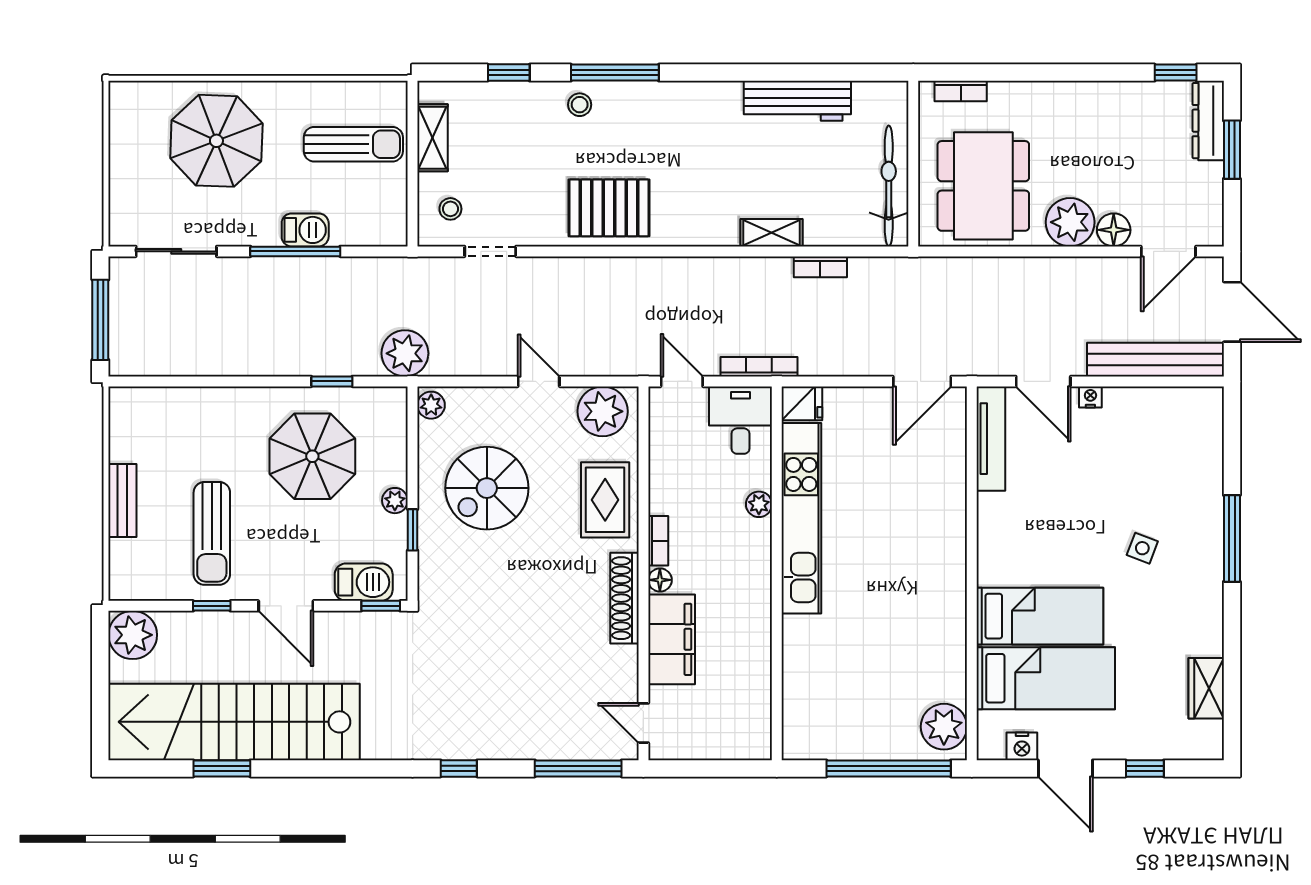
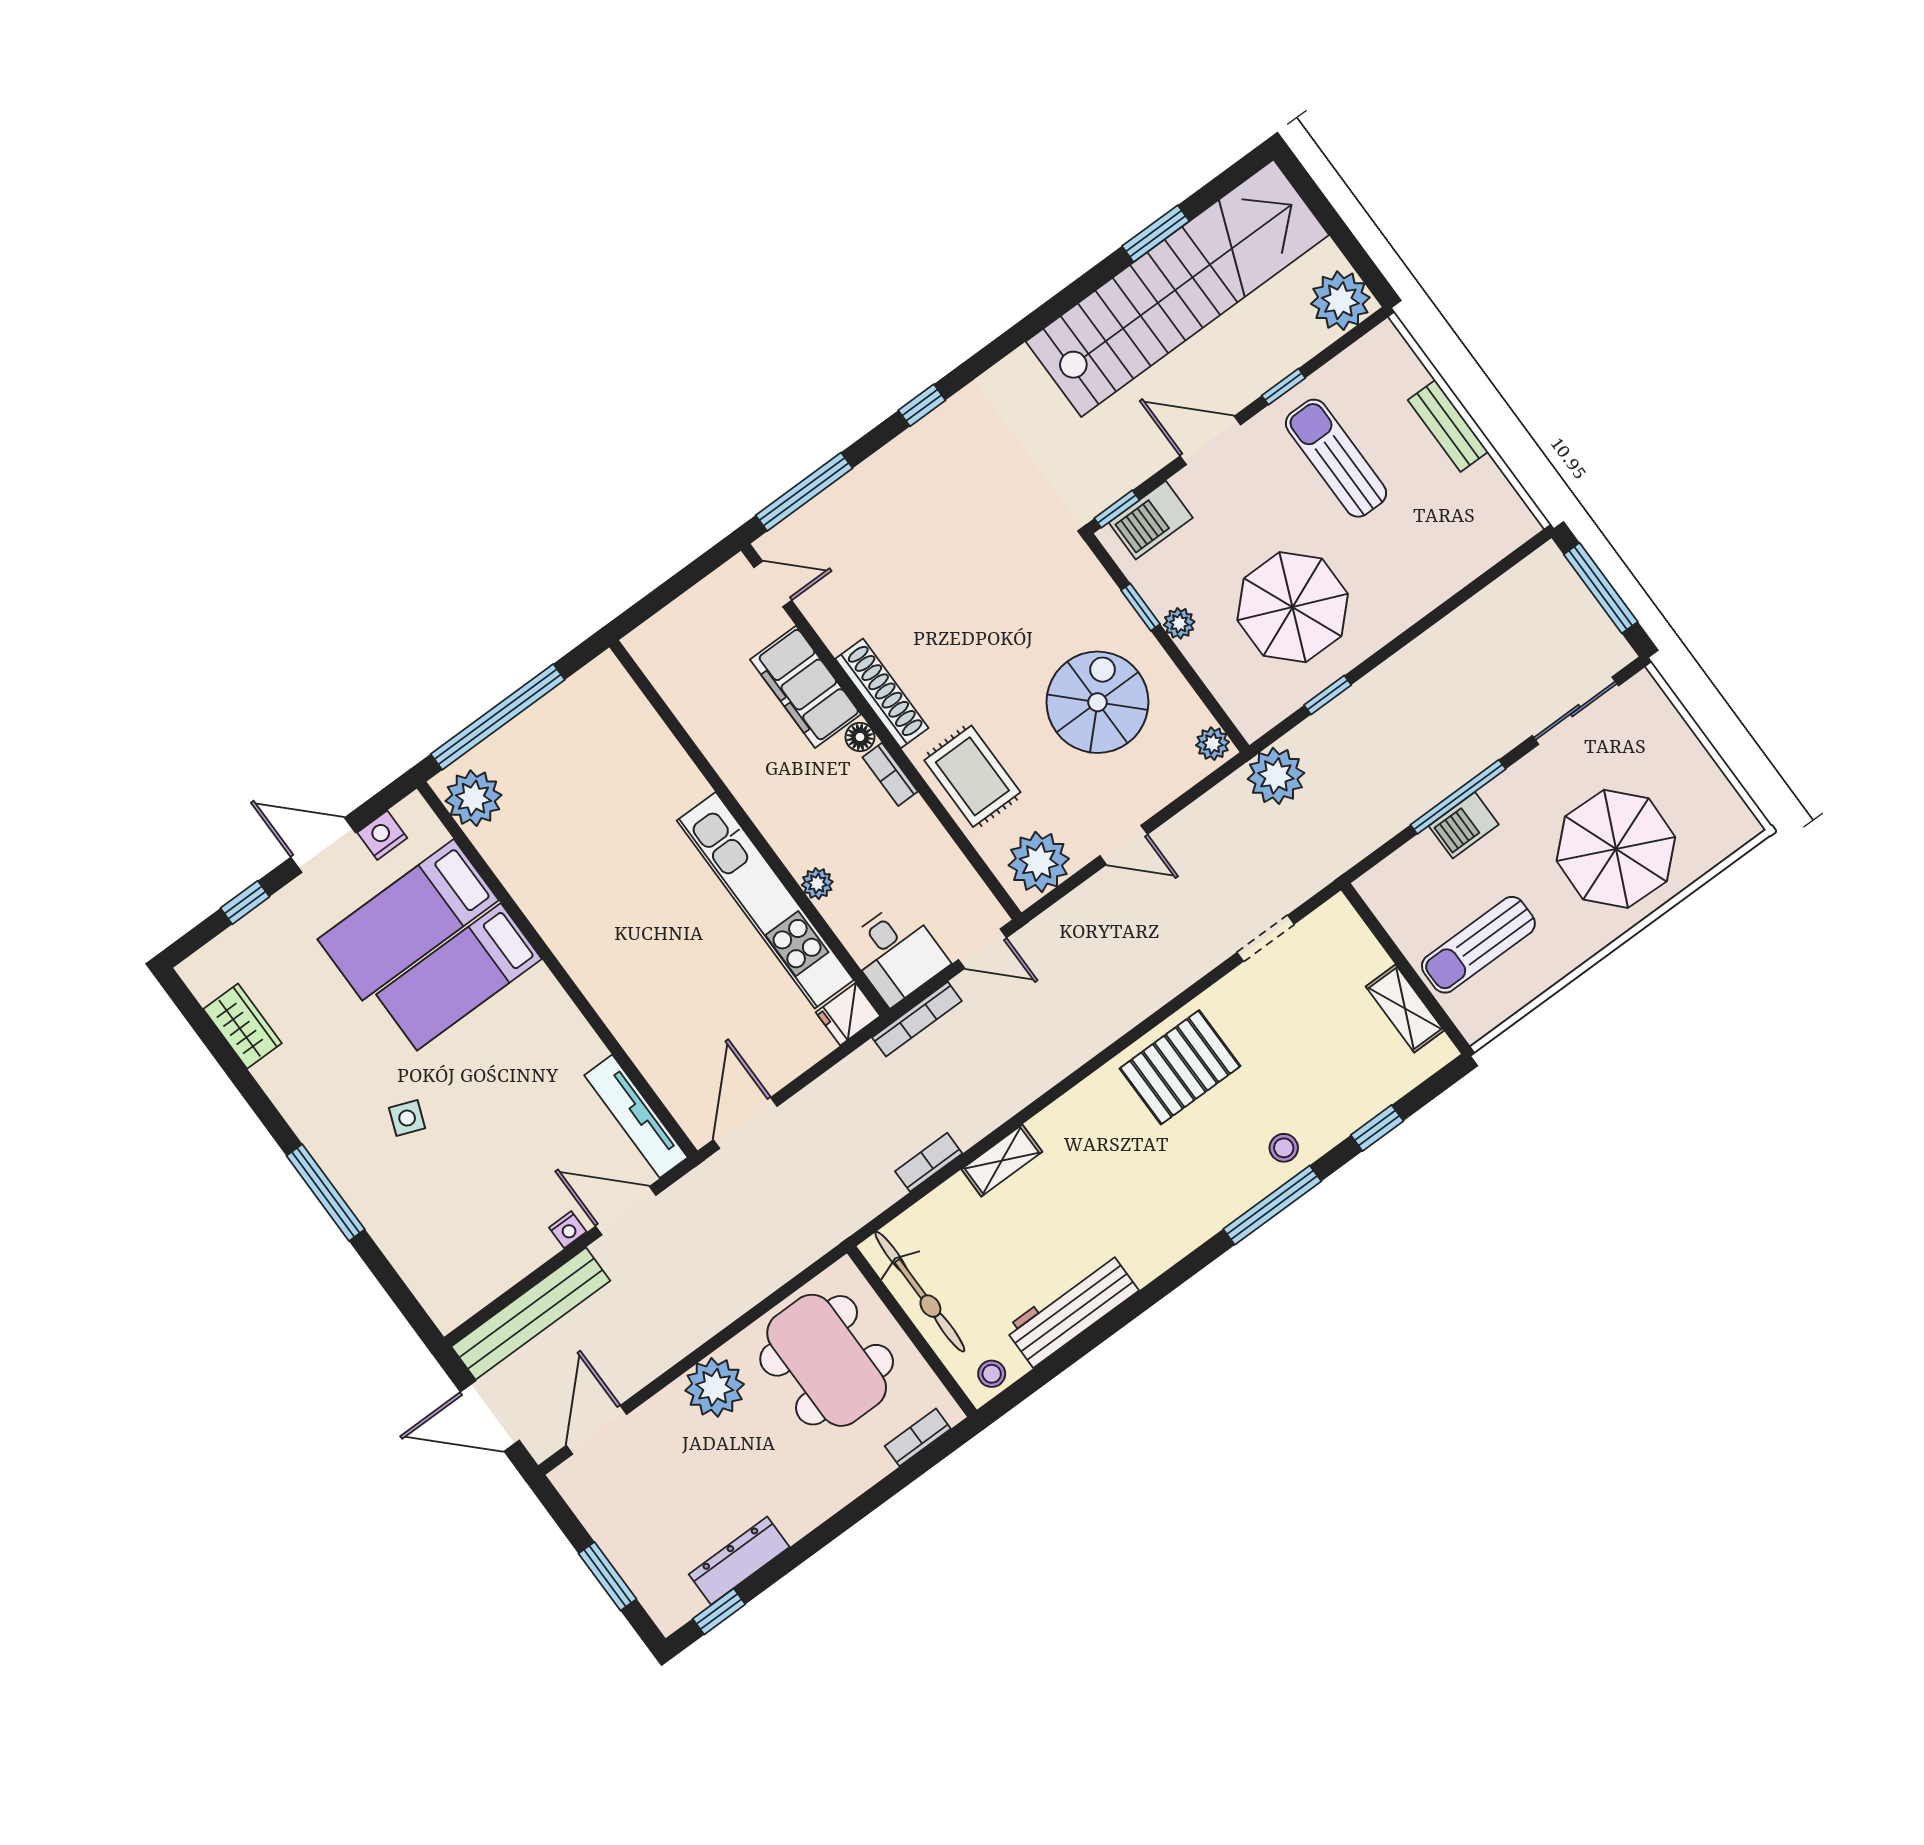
dresser: (1208, 121) -> (739, 1561), moved, turned -90
stool: (450, 209) -> (992, 1374), moved
floor lamp: (1114, 230) -> (666, 1411), removed

